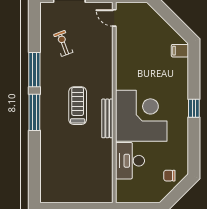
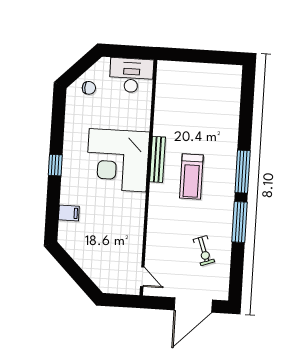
filing cabinet: (180, 51) -> (69, 213), moved
desk: (130, 161) -> (131, 75), moved, turned -90

